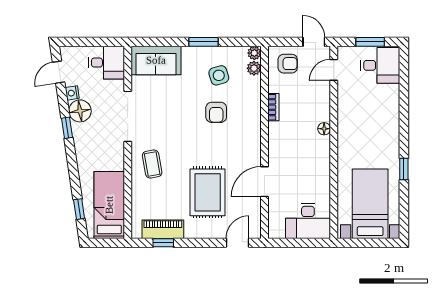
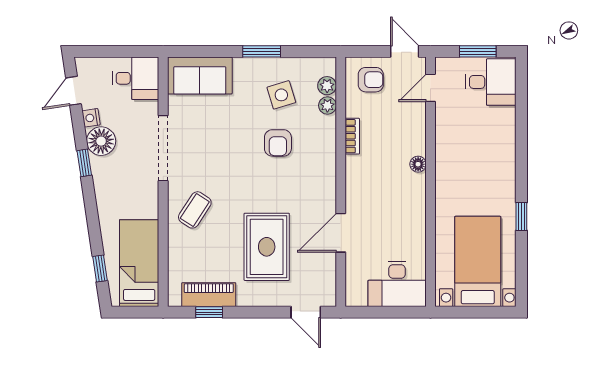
plant: (254, 53) -> (327, 105), moved
coffee table: (152, 164) -> (195, 210), turned 43
door: (238, 243) -> (306, 312), swing flipped

